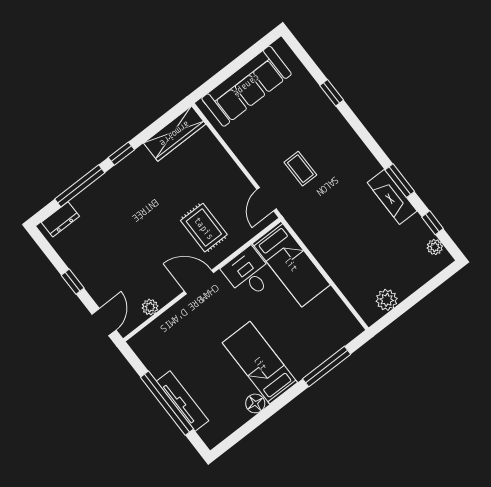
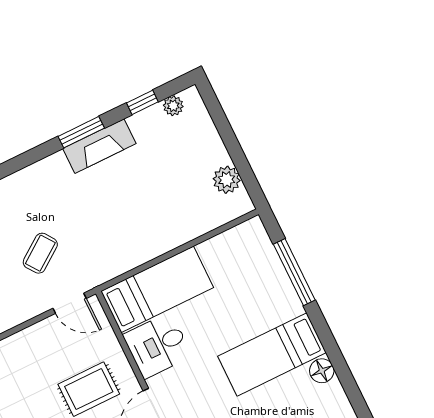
coffee table: (300, 169) -> (40, 253), turned -36

